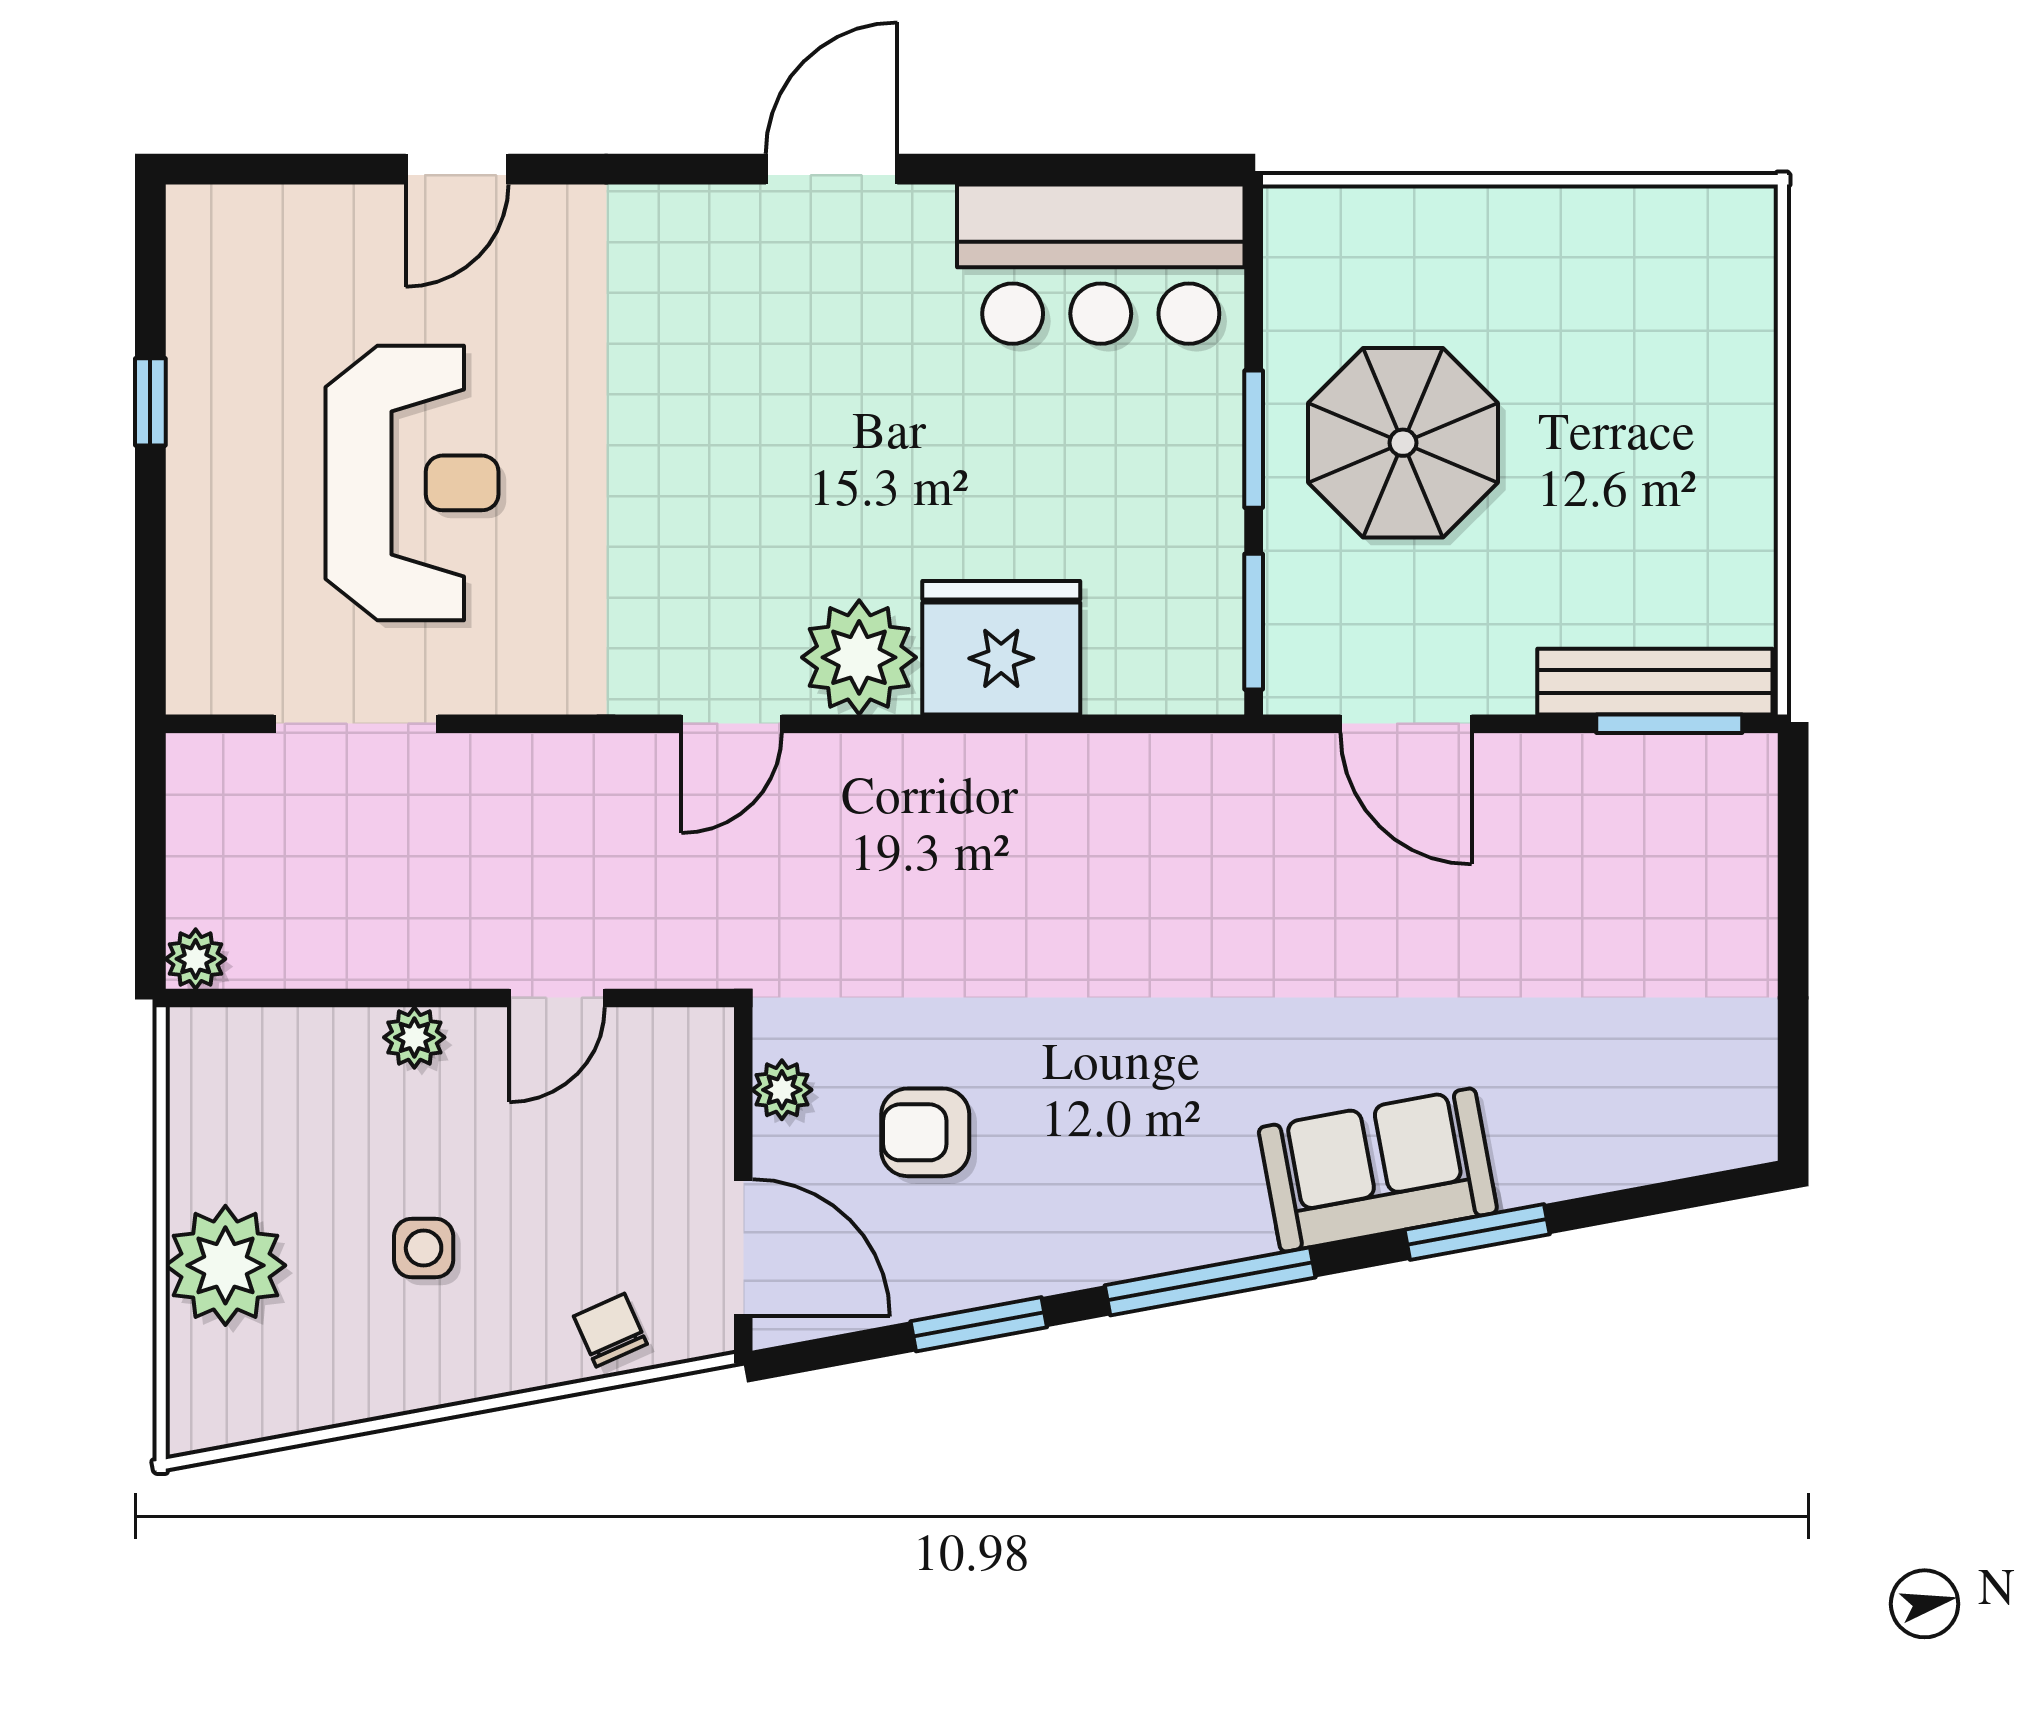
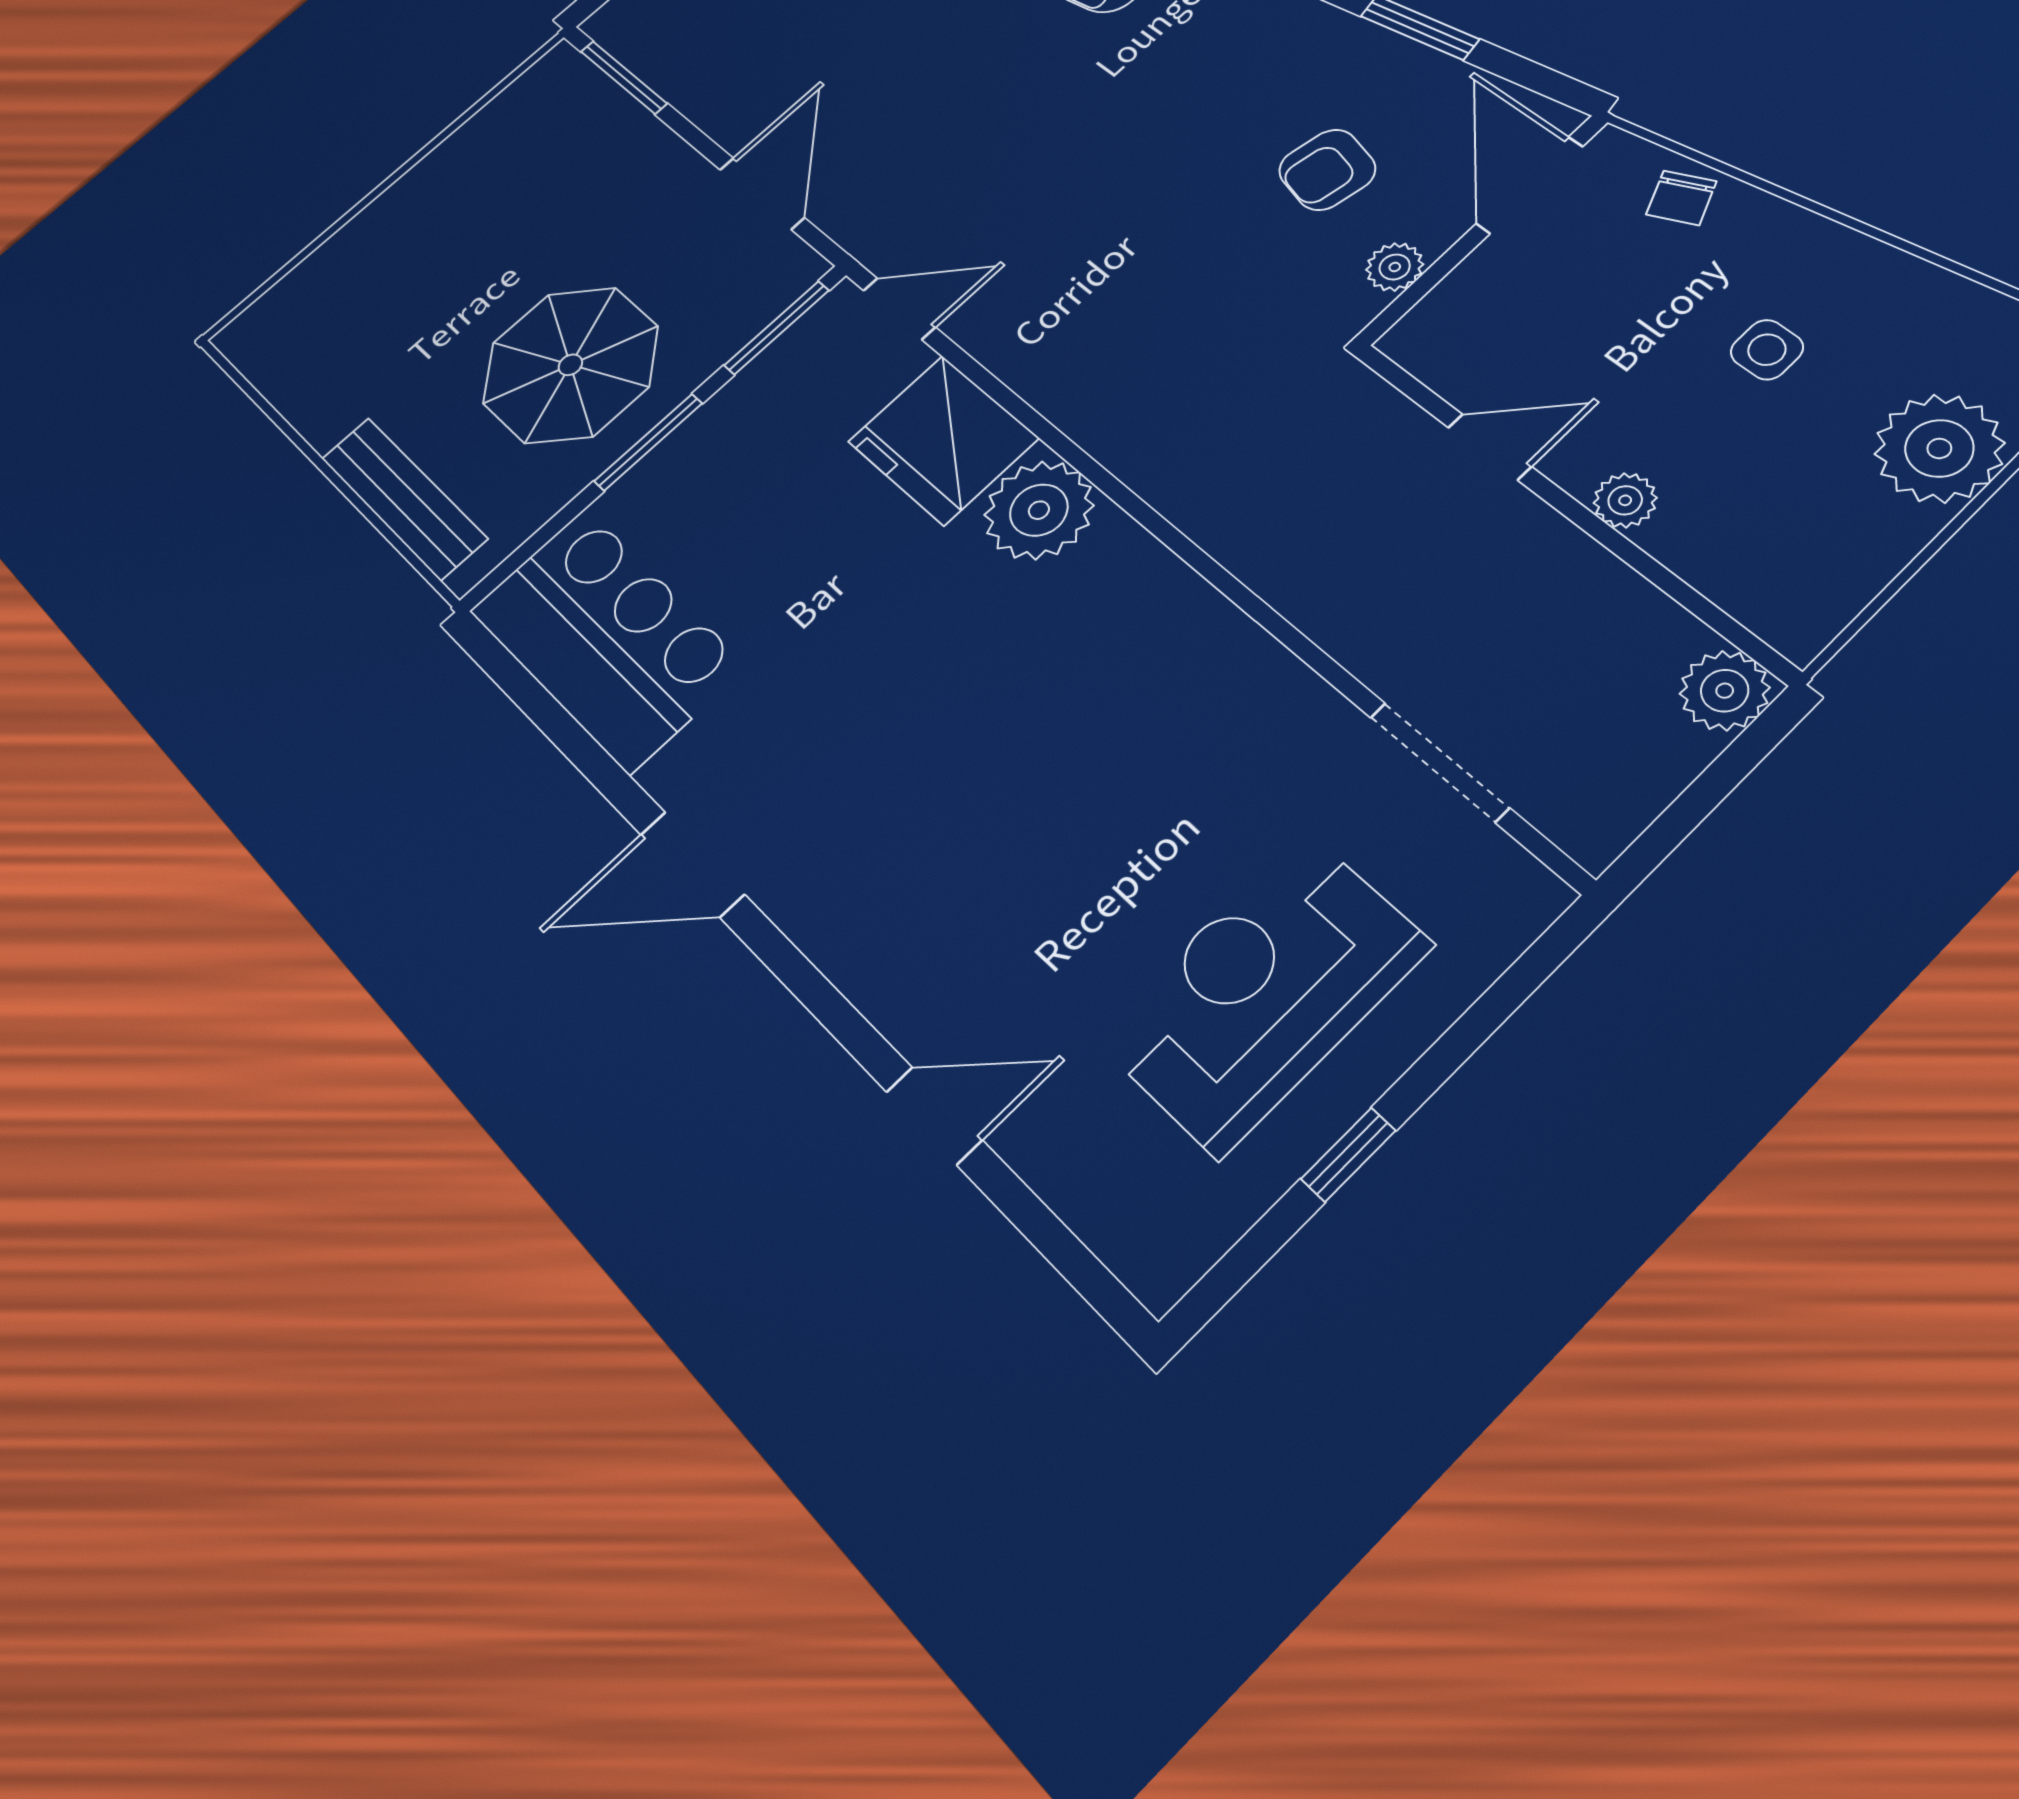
reception desk: (412, 483) -> (1263, 992), moved
bench: (1655, 682) -> (404, 498), moved
door: (731, 724) -> (899, 309), moved
plant: (196, 959) -> (1725, 691), width x1.38, depth x1.38
armchair: (925, 1132) -> (1327, 170), turned 102

